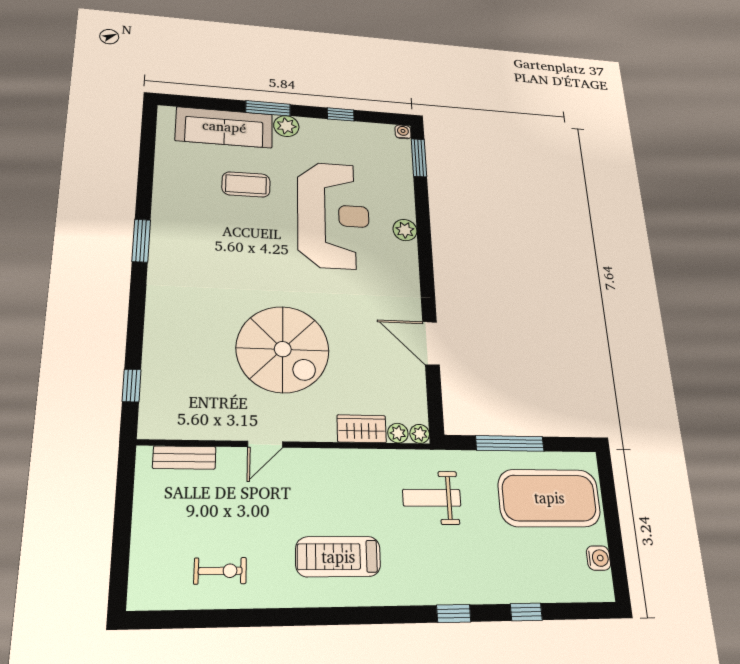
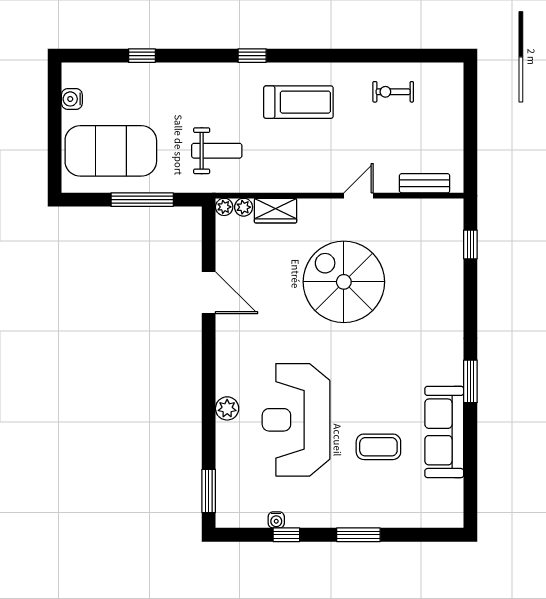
plant: (286, 126) -> (340, 516), removed
sofa: (224, 127) -> (444, 432), moved, turned -90
water cooler: (403, 132) -> (276, 520), moved
window: (454, 614) -> (252, 56), moved

